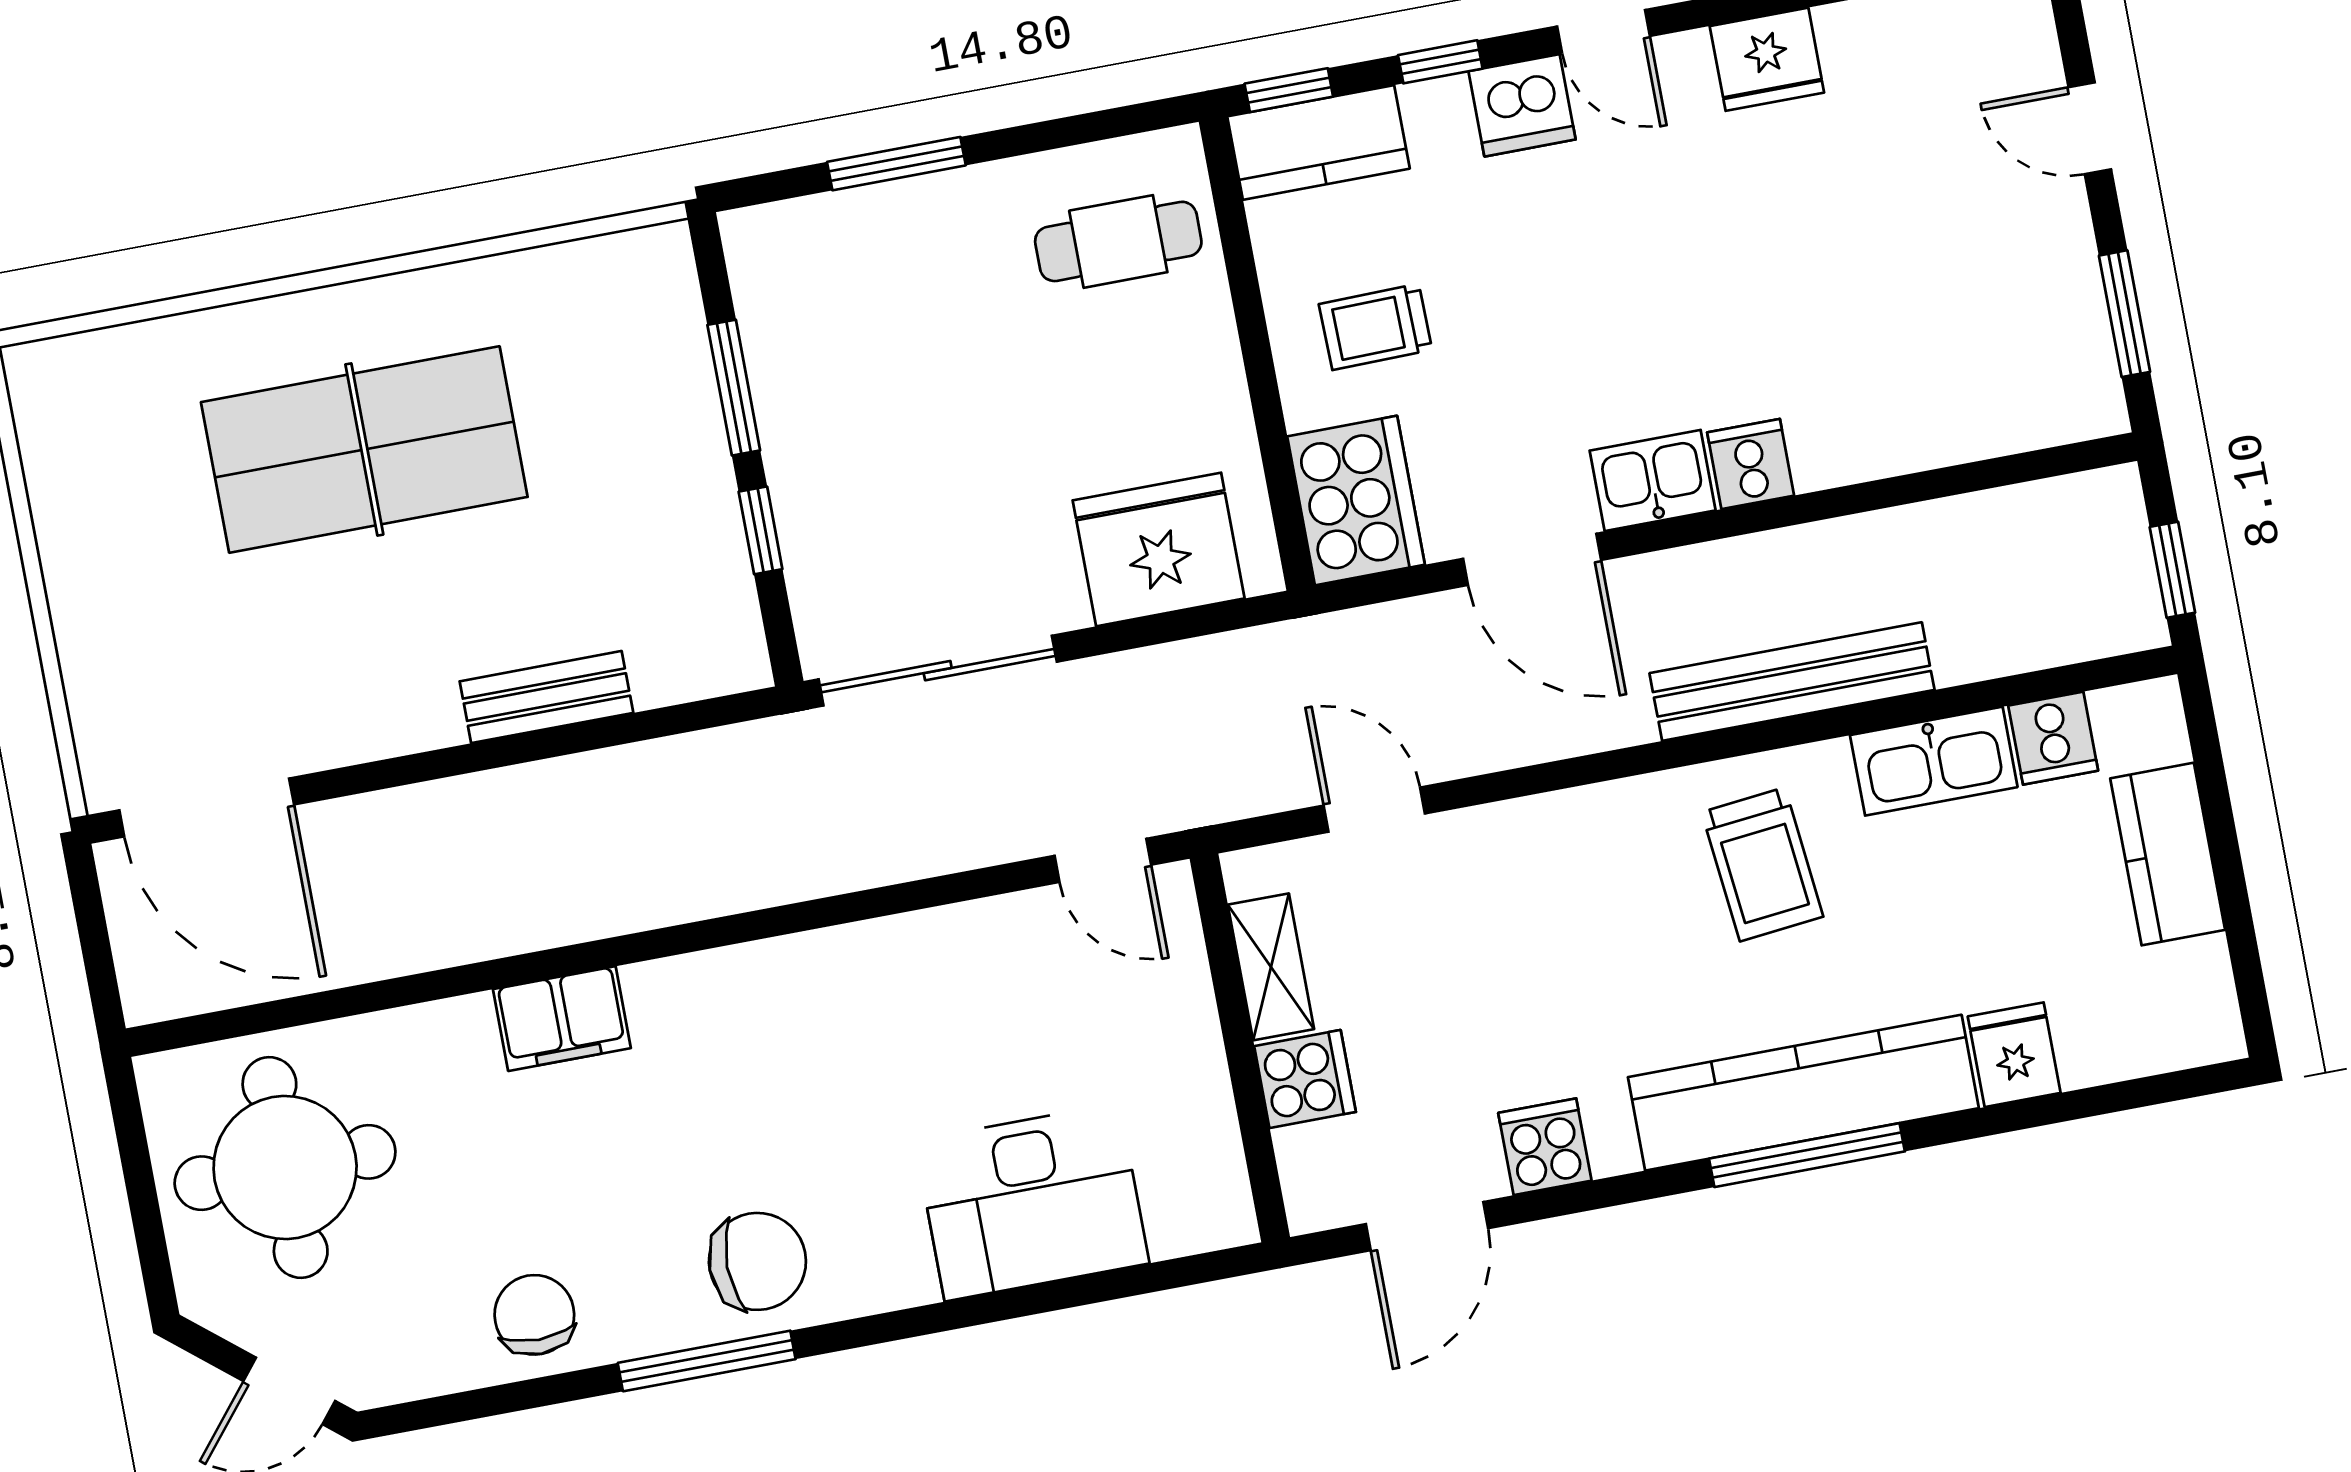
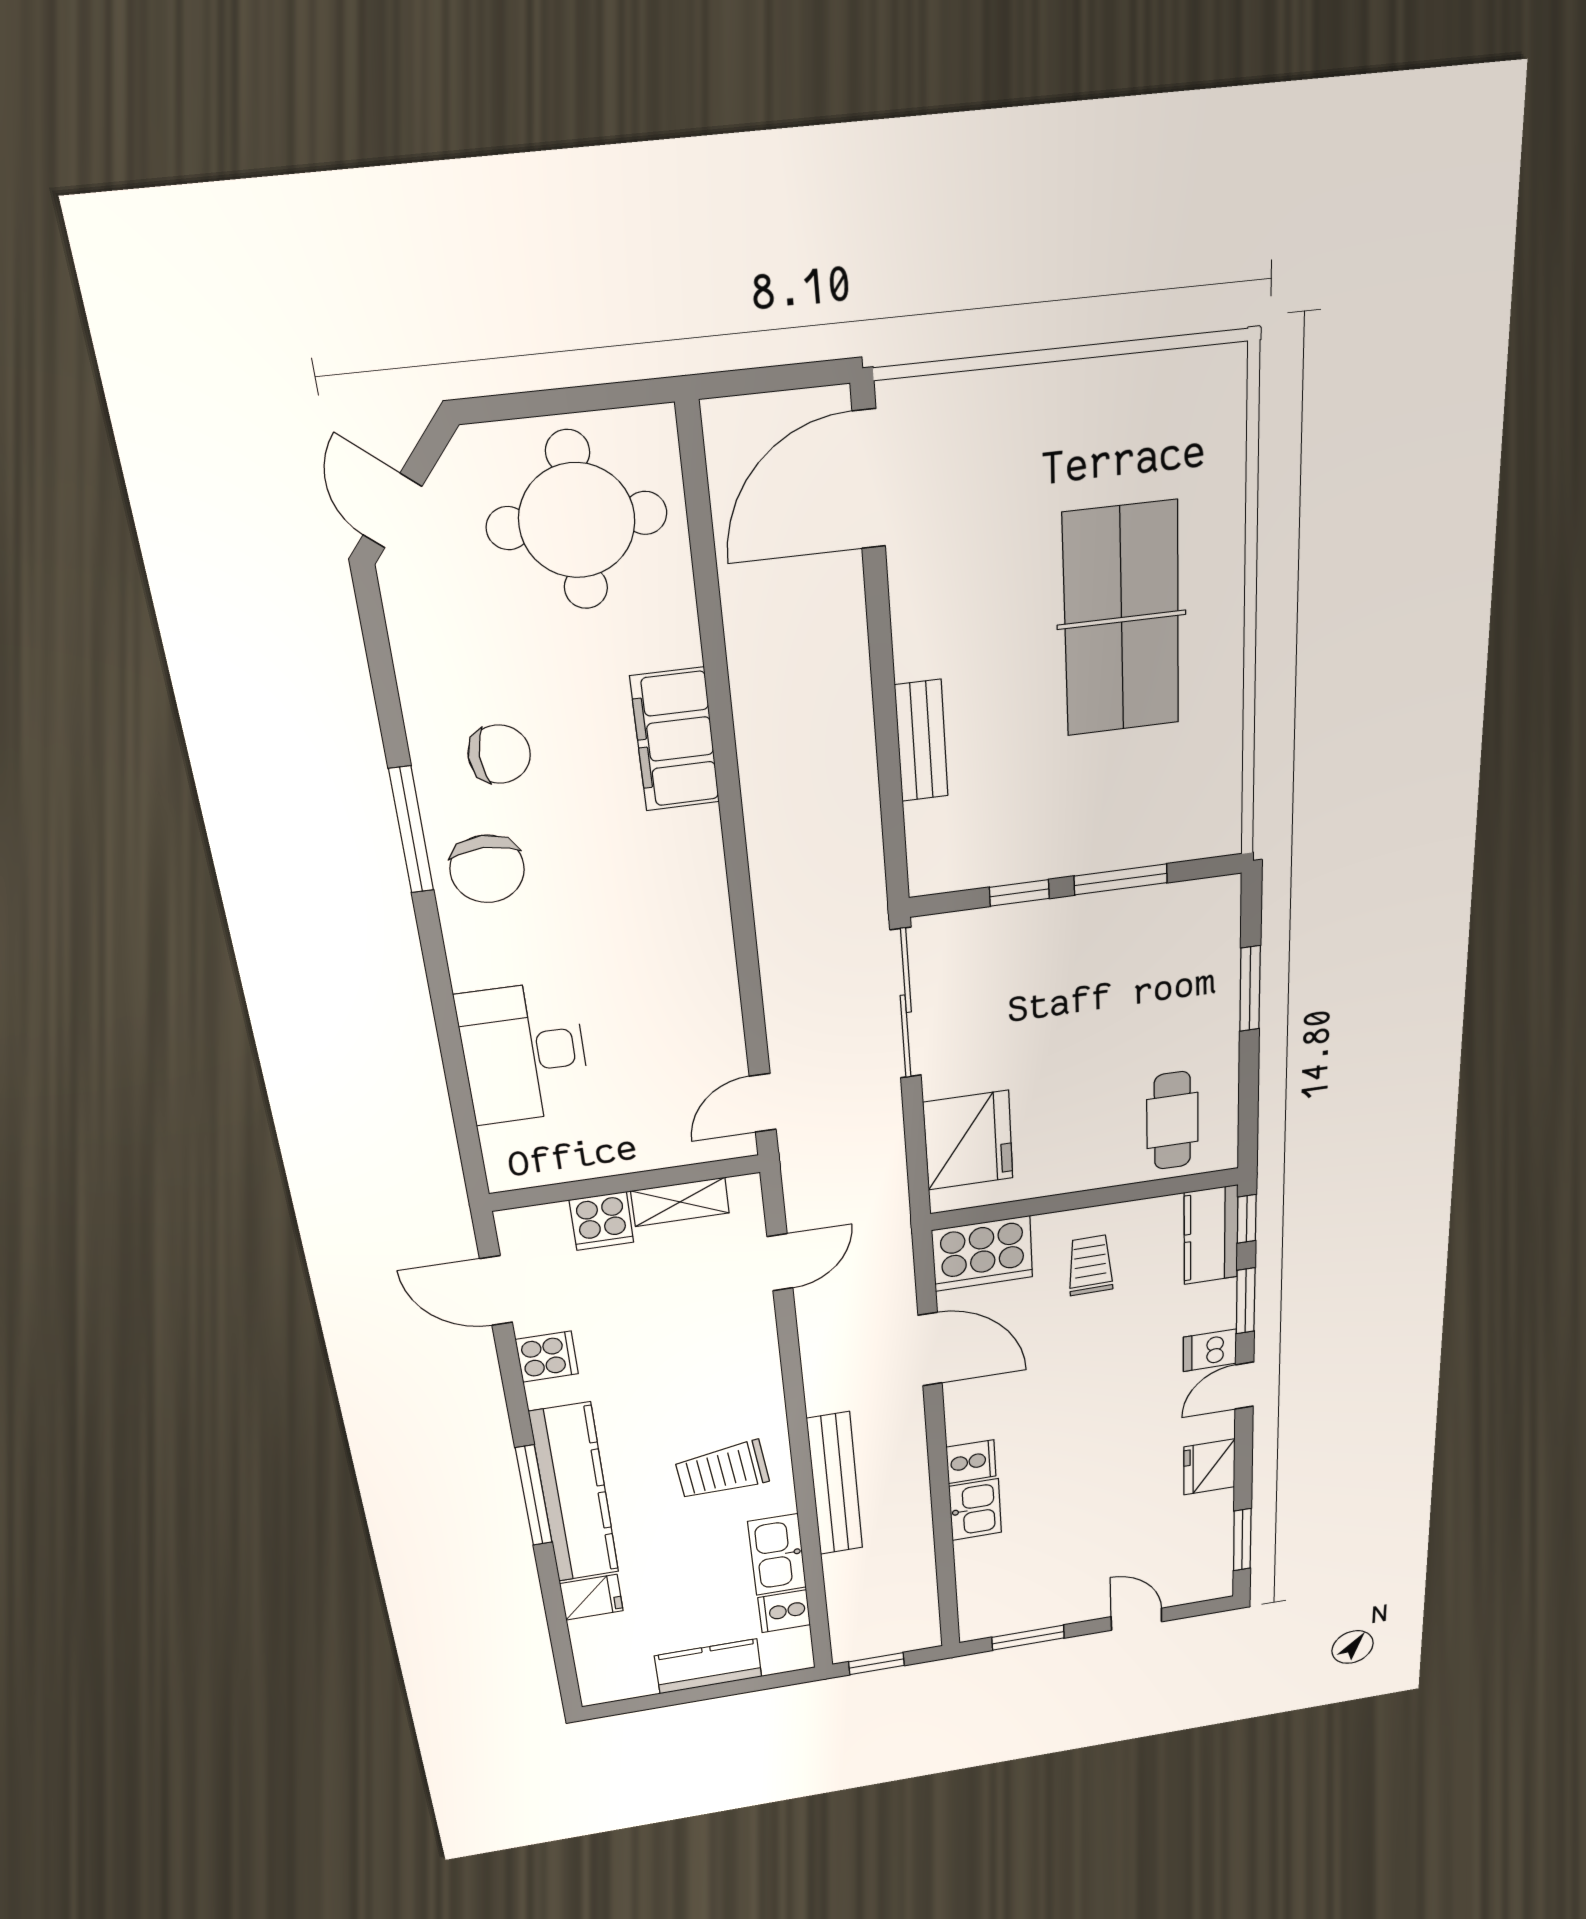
window: (1440, 62) -> (1246, 1301), width x1.50
dishwasher: (1522, 105) -> (1210, 1350), width x0.73
door: (2090, 128) -> (1136, 1619), hinge flipped
kitchen sink: (1653, 480) -> (975, 1510), moved
door: (1532, 559) -> (930, 1349), swing flipped
filing cabinet: (562, 1019) -> (675, 740), width x1.50, depth x1.17
chair: (534, 1315) -> (499, 754), moved

